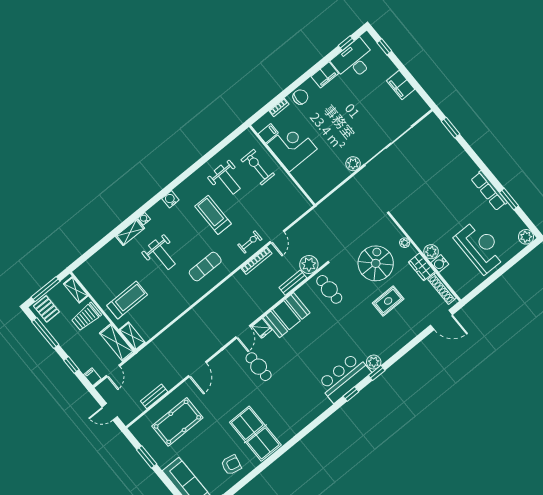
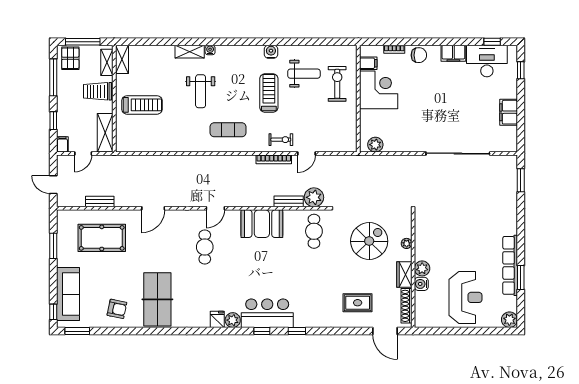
plant: (353, 164) -> (375, 145), moved
weight bench: (227, 180) -> (304, 74), turned -90
row of seats: (489, 191) -> (510, 265), width x1.36
water cooler: (170, 199) -> (271, 52), moved
rug: (388, 301) -> (358, 303), moved
fridge: (262, 328) -> (217, 319), moved, turned 180
shelving: (132, 336) -> (122, 59), moved
plant: (374, 362) -> (233, 320), moved

